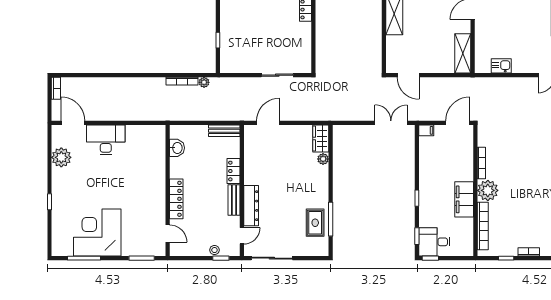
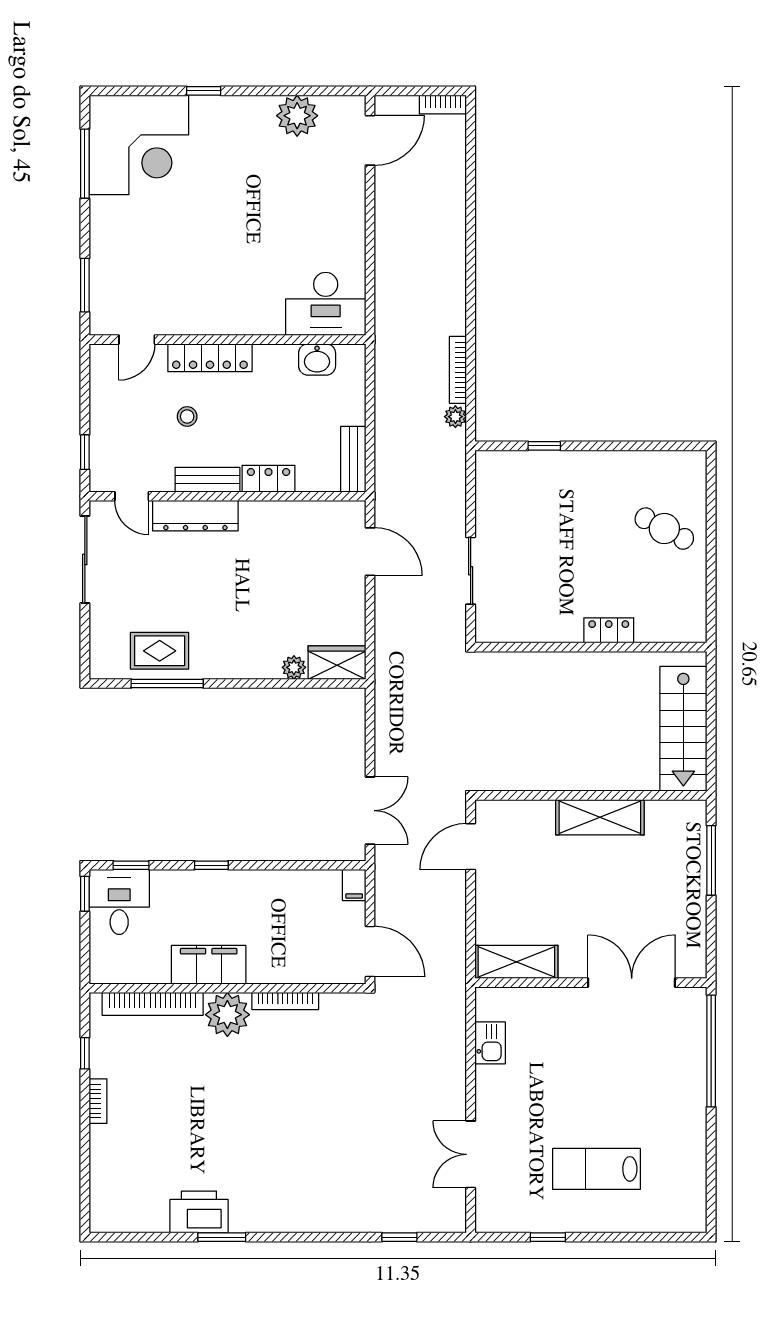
desk: (106, 140) -> (326, 304), moved, turned 90
corner desk: (97, 233) -> (139, 145), moved, turned 90
stool: (214, 250) -> (187, 416), moved

